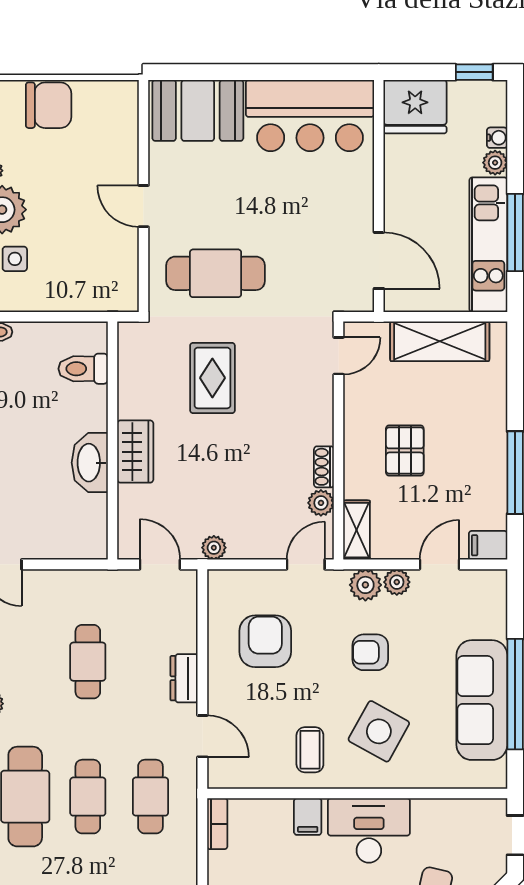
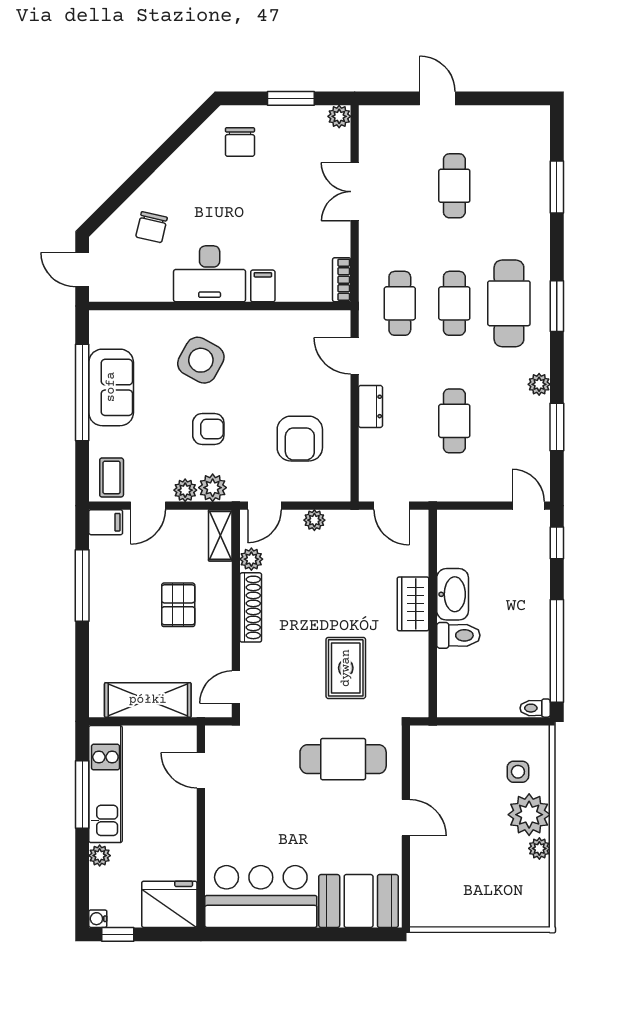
chair: (49, 105) -> (489, 906), removed
water cooler: (497, 138) -> (98, 919), moved
door: (379, 260) -> (201, 770), width x0.73
toilet: (83, 369) -> (458, 635), moved
shoe rack: (324, 467) -> (251, 607), width x1.94, depth x1.24
plant: (214, 548) -> (314, 520), moved
sofa: (482, 700) -> (111, 387), width x0.73
coffee table: (310, 750) -> (112, 477), moved

